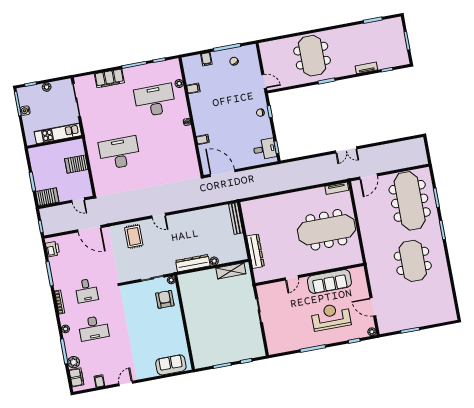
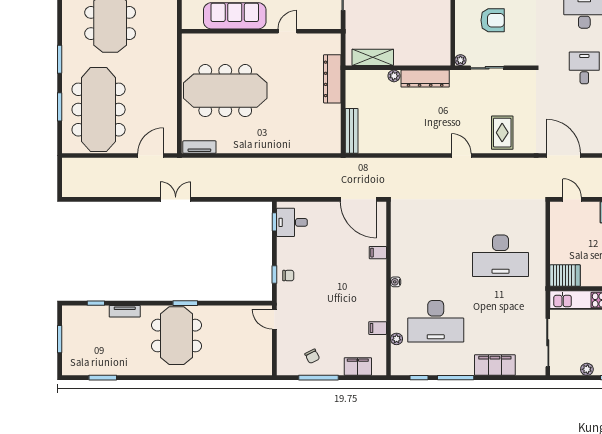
meeting table: (312, 56) -> (177, 336), moved
filing cabinet: (206, 59) -> (358, 367), width x2.00
server rack: (76, 164) -> (565, 276), moved
armchair: (165, 299) -> (493, 20), moved, turned -90

